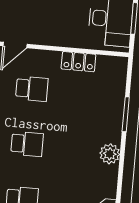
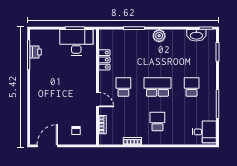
school desk: (27, 144) -> (157, 87), width x1.85

